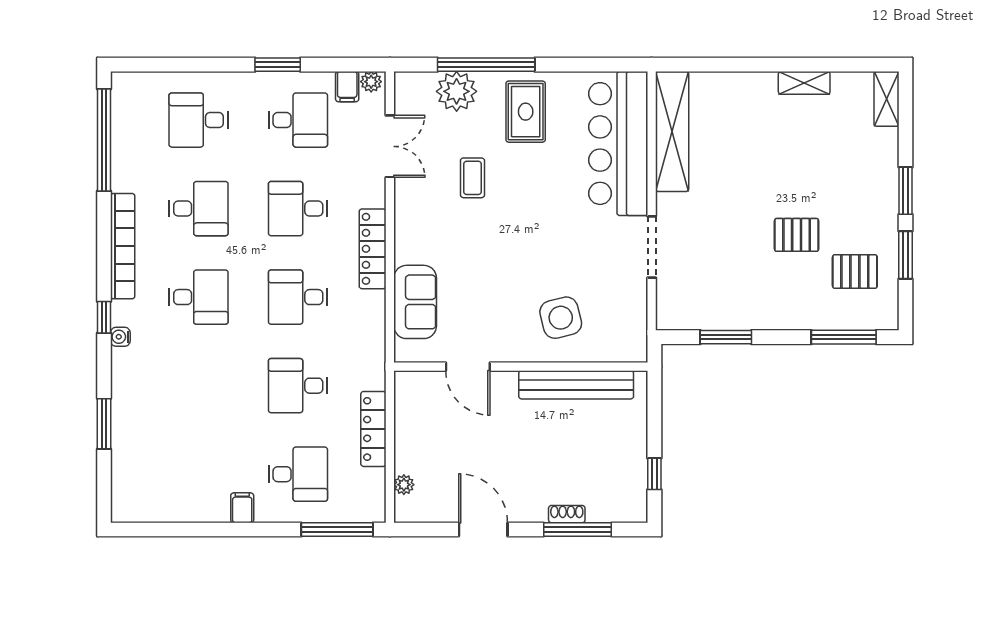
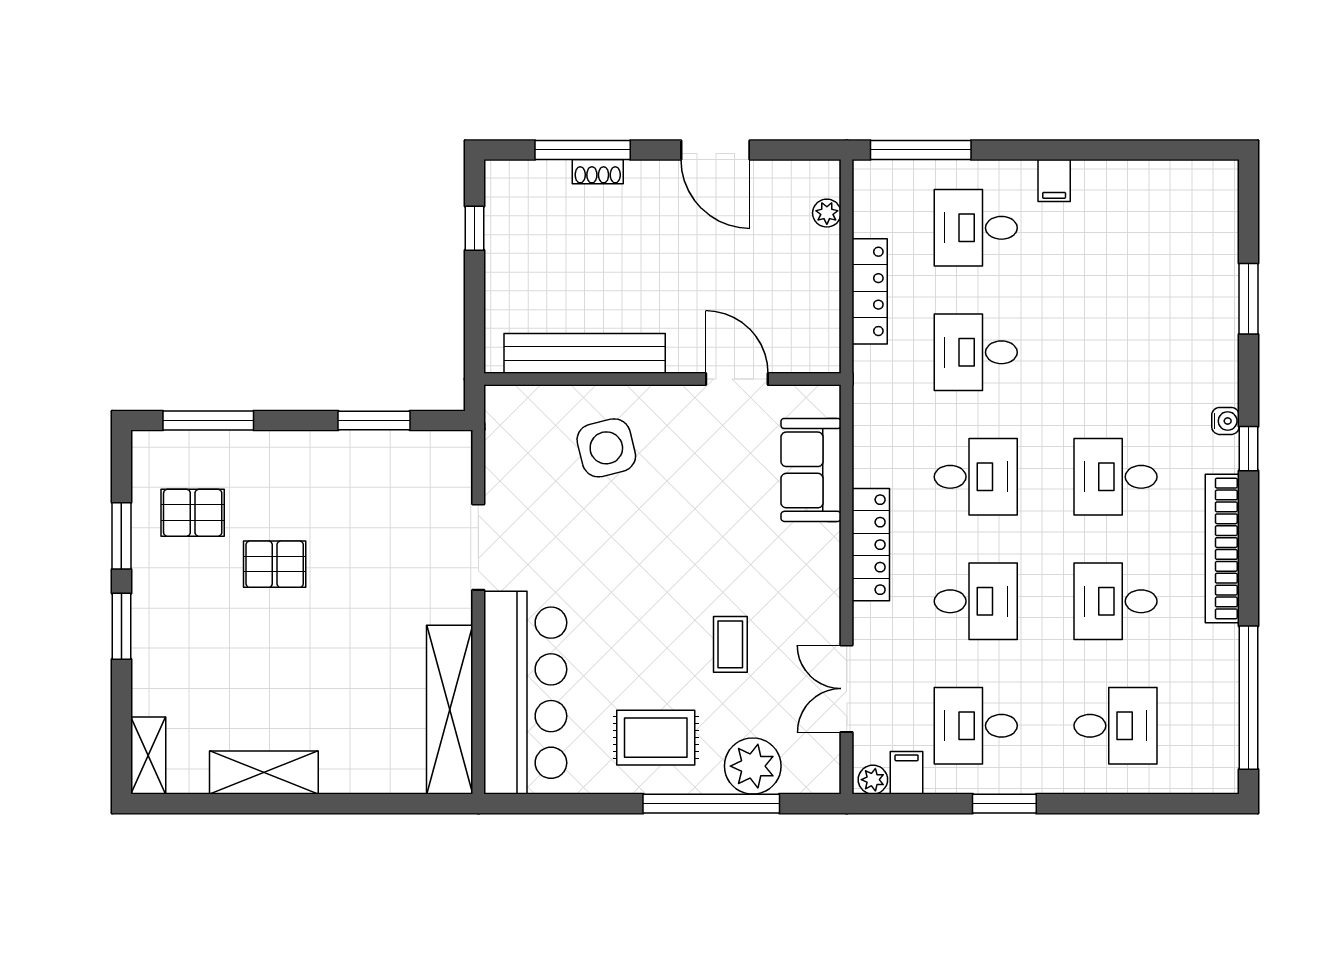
shelving: (804, 83) -> (264, 773), width x1.50, depth x1.33
rug: (526, 112) -> (656, 738), turned 90
desk: (298, 386) -> (976, 352), turned 180

